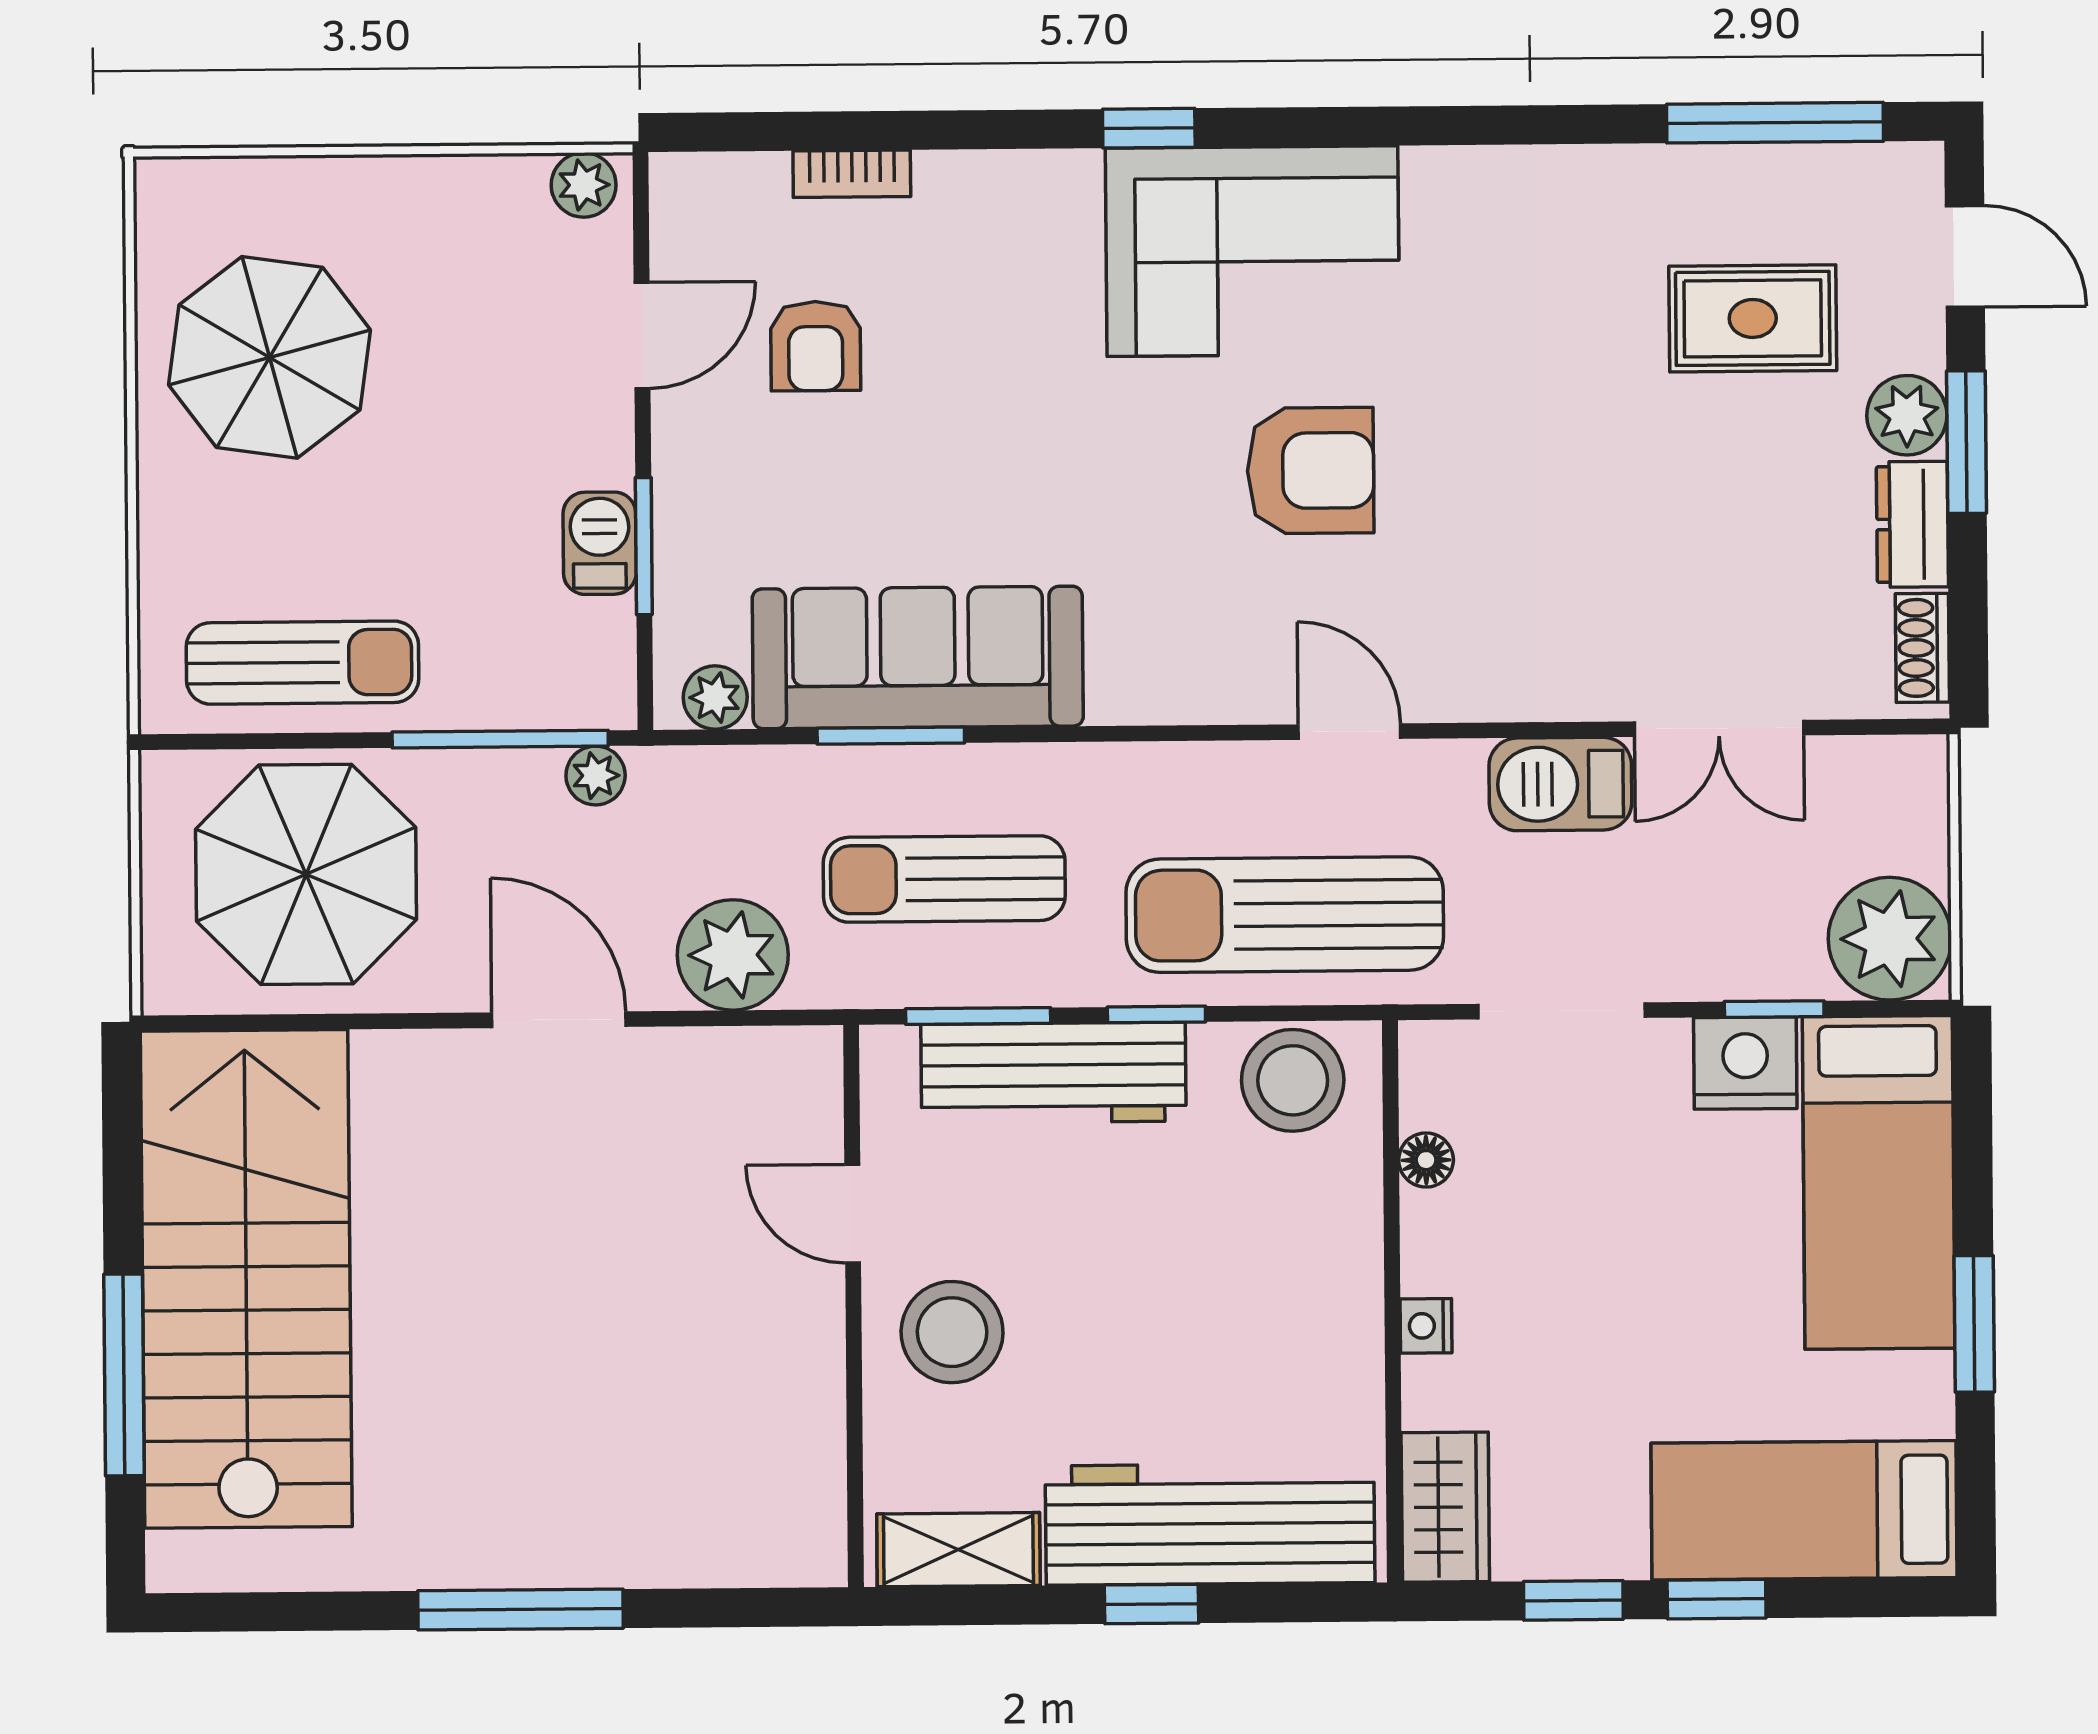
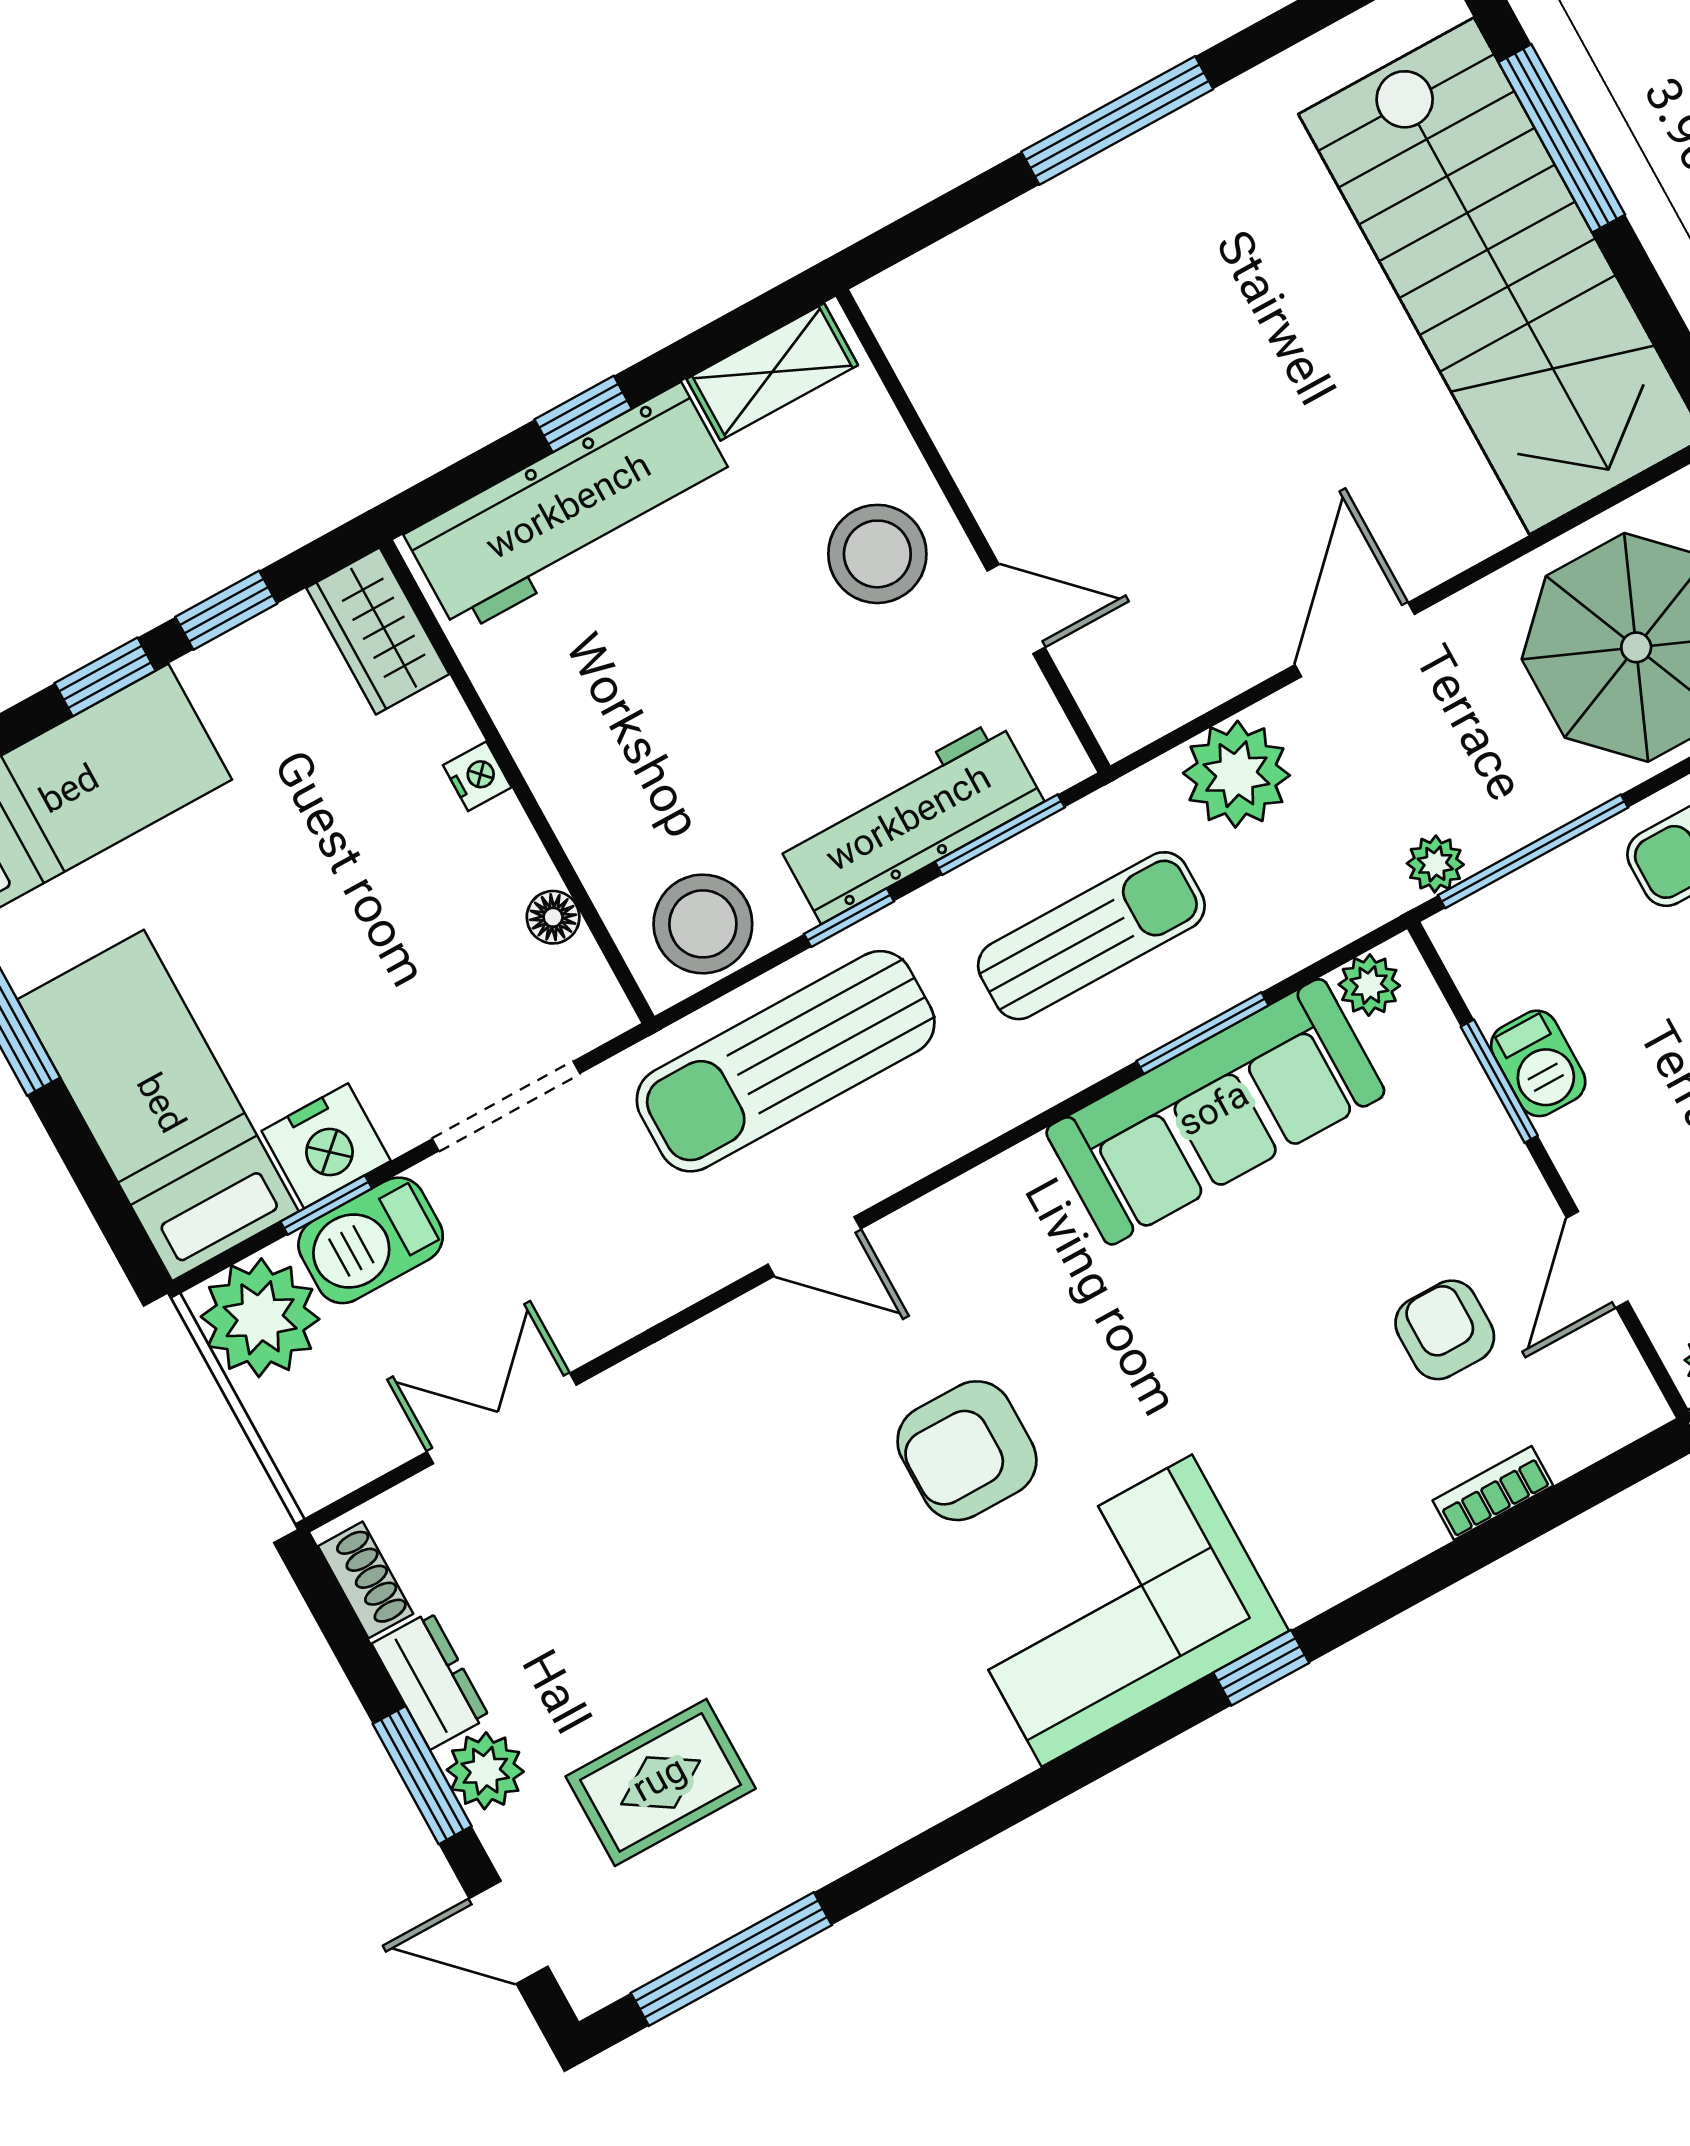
barbecue: (1560, 784) -> (371, 1240), moved, turned 180
sun lounger: (1285, 915) -> (786, 1061), turned 180
door: (559, 1020) -> (1355, 640), swing flipped

